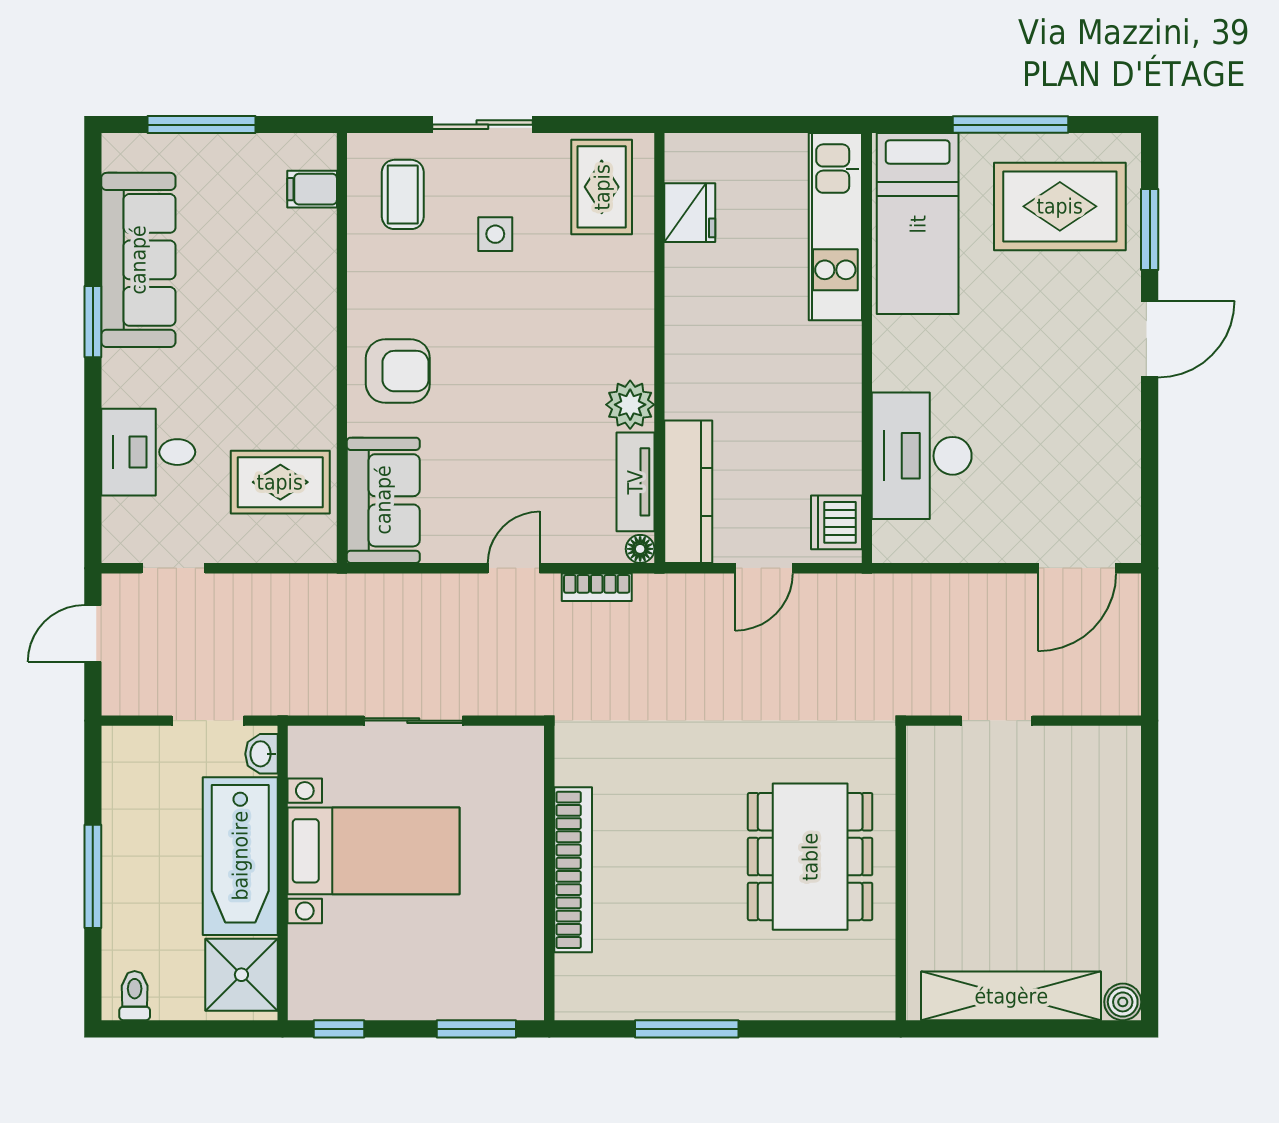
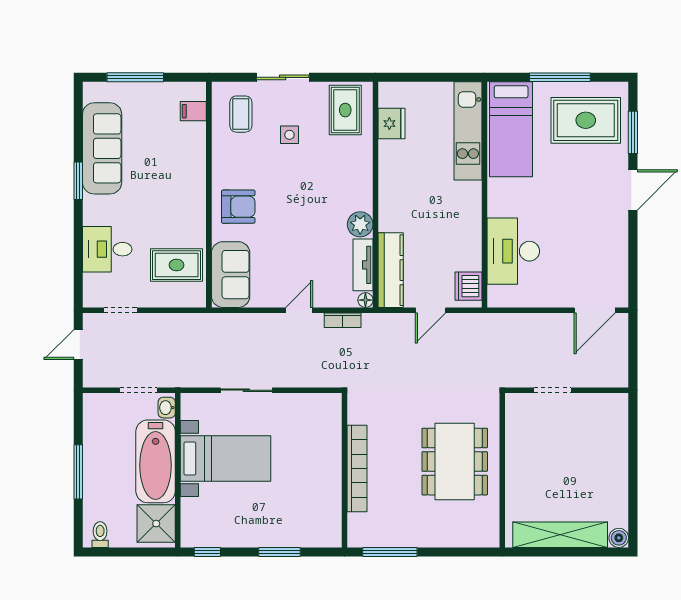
bookcase: (573, 870) -> (357, 469), moved
wall: (549, 873) -> (344, 470), moved

